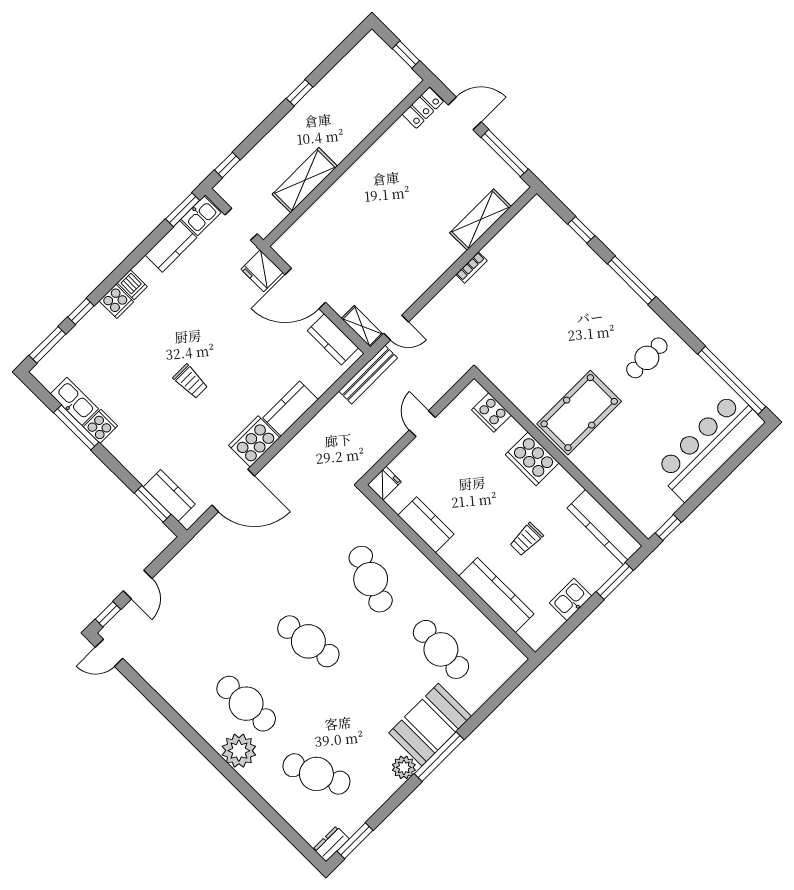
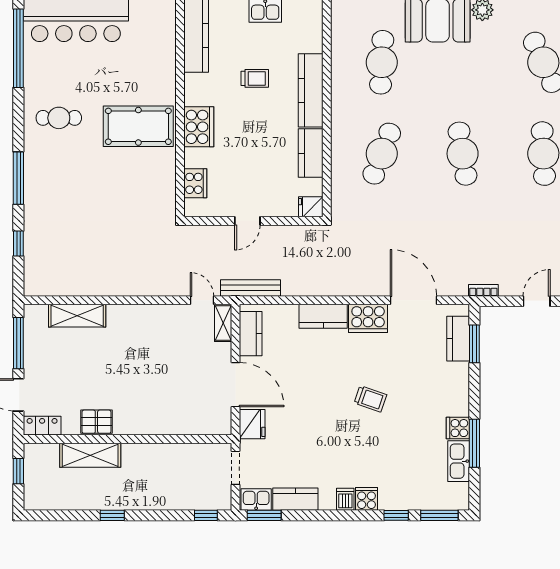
pallet: (384, 153) -> (96, 422), added
shelving: (305, 180) -> (90, 455), moved
bookcase: (471, 268) -> (483, 290), moved
trolley: (190, 381) -> (370, 399), turned 109
kitchen counter: (496, 595) -> (311, 90), moved

